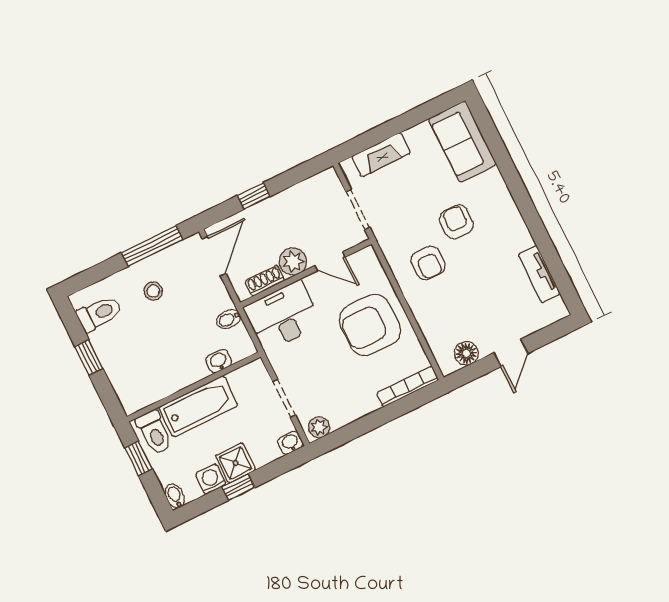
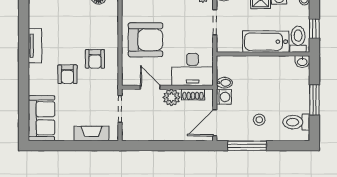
window: (254, 196) -> (176, 146), removed
armchair: (428, 263) -> (95, 59), turned 180
tv unit: (539, 274) -> (35, 46), moved
washing machine: (219, 299) -> (224, 97), added
window: (89, 358) -> (314, 100), width x1.50
washbasin: (219, 361) -> (302, 62), moved

